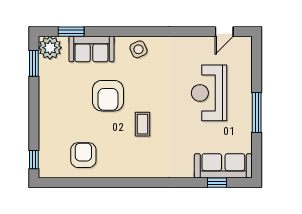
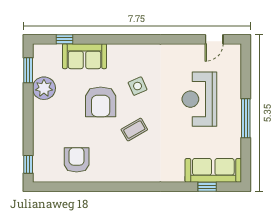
window: (71, 32) -> (64, 39), width x0.67
plant: (50, 48) -> (44, 88), moved
side table: (138, 49) -> (138, 86), moved
coffee table: (142, 124) -> (134, 130), turned 60

